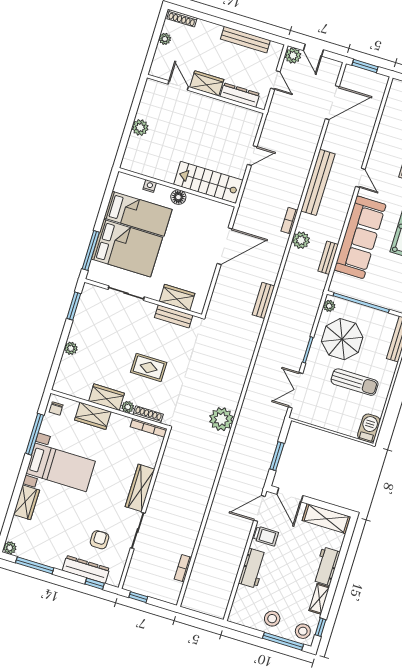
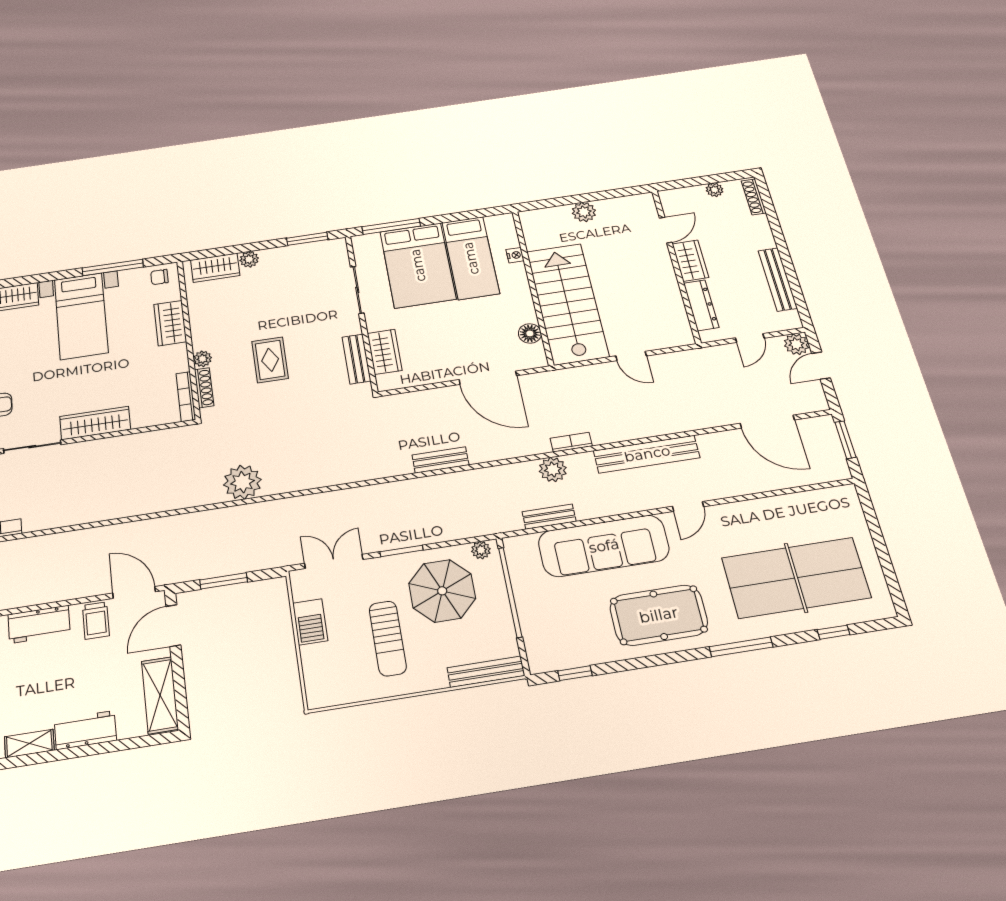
stairs: (208, 182) -> (567, 303), width x1.36, depth x1.51
floor lamp: (178, 197) -> (530, 333), moved
wardrobe: (107, 397) -> (215, 268), moved, turned 90
barbecue: (369, 428) -> (310, 622), moved, turned 90

